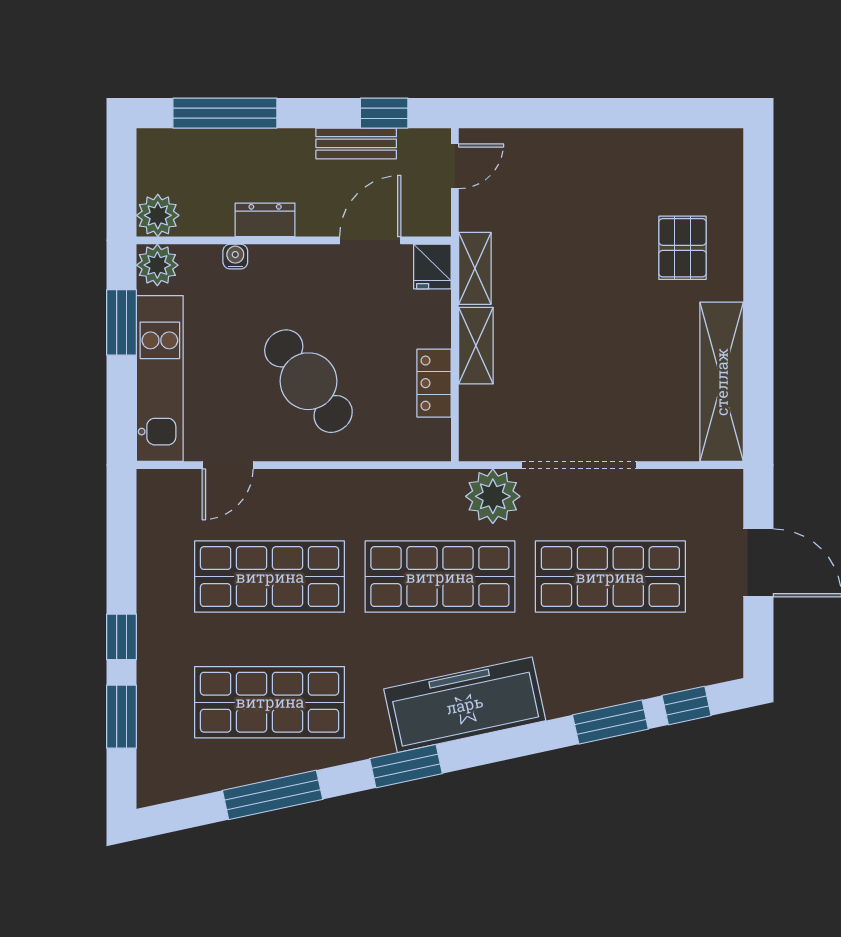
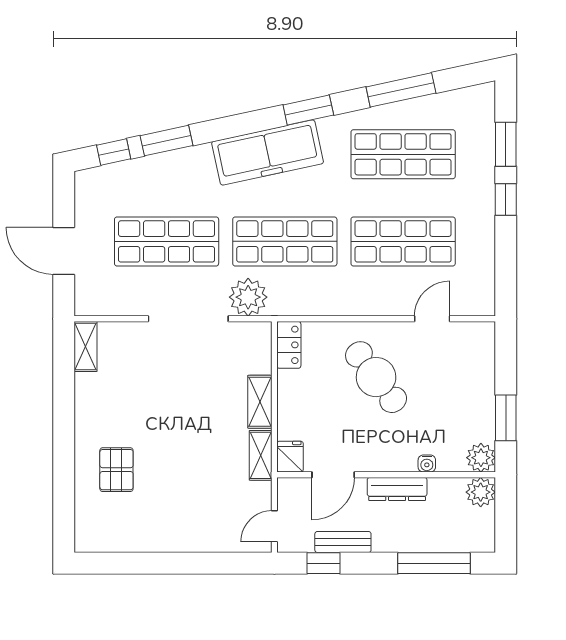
dresser: (265, 220) -> (397, 489), width x1.44
kitchen unit: (160, 378) -> (479, 379), removed
shelving: (722, 382) -> (86, 346), width x0.45, depth x0.75
locker: (434, 383) -> (289, 345), moved

